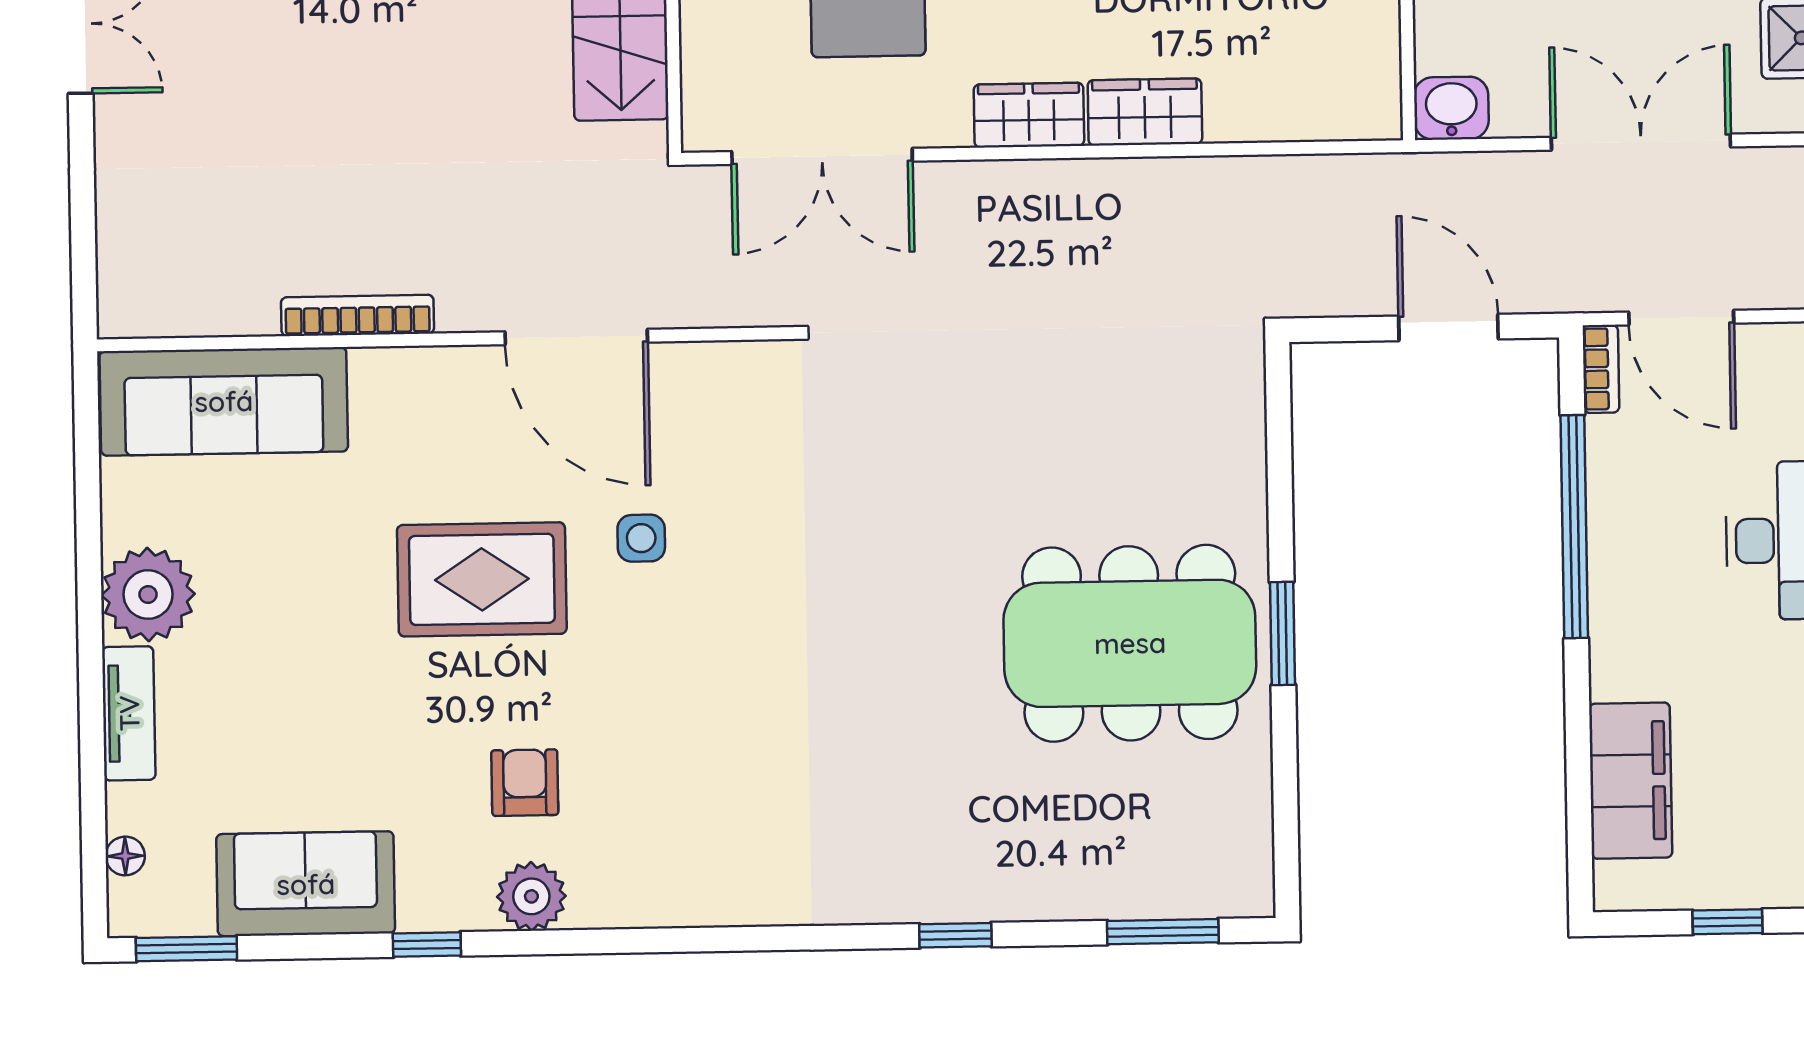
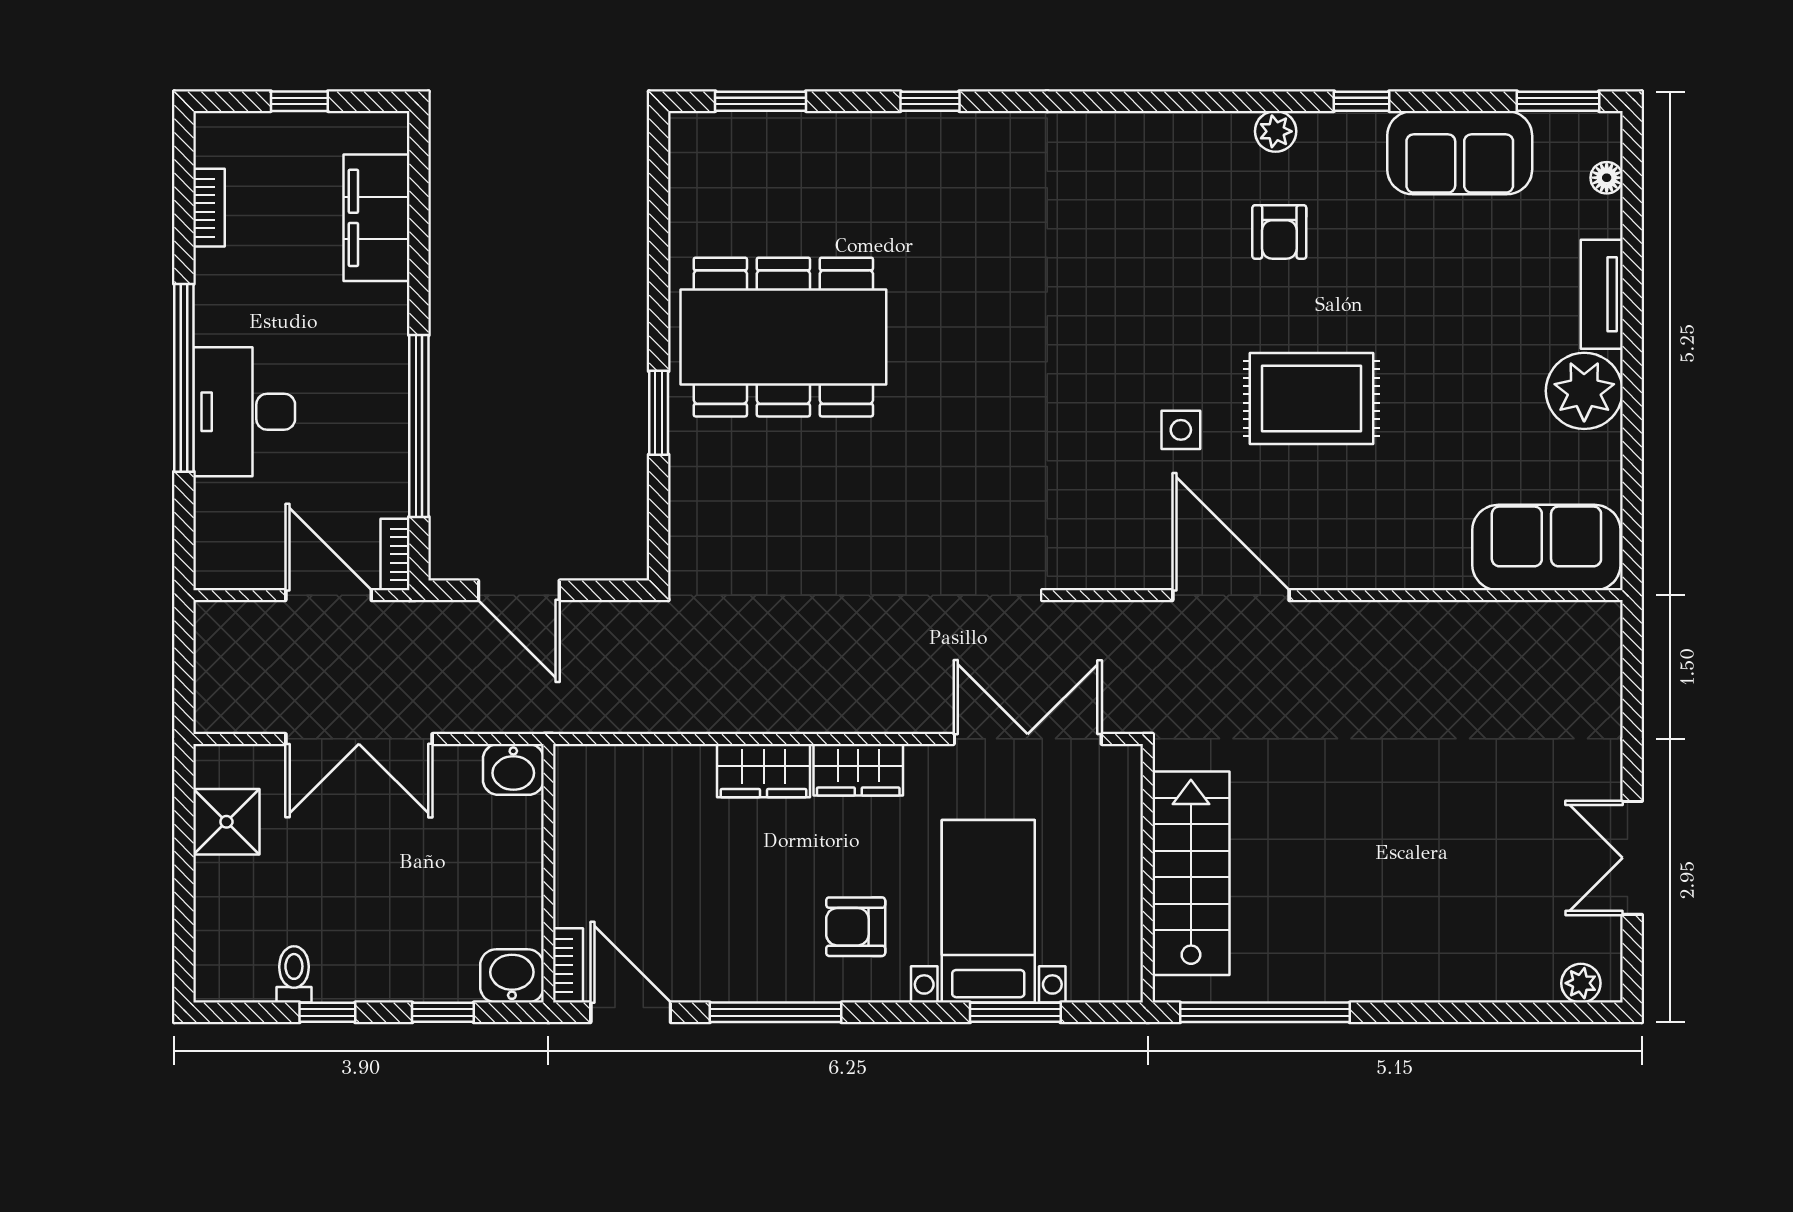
bookcase: (358, 315) -> (1409, 616), removed
sofa: (224, 401) -> (1546, 548), width x0.73
window: (1282, 634) -> (659, 413), moved
plant: (531, 896) -> (1276, 131), width x0.73, depth x0.73

